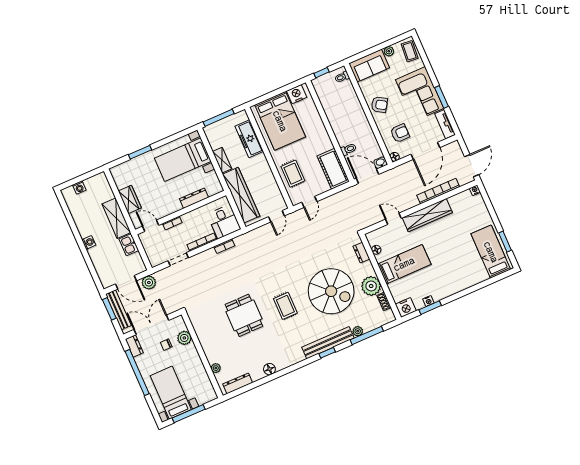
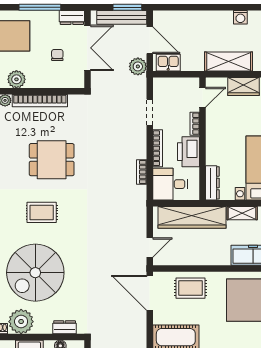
dresser: (194, 198) -> (212, 183), moved
door: (309, 202) -> (150, 293), width x1.87
door: (276, 216) -> (150, 248), swing flipped
printer: (194, 219) -> (189, 152), added
washing machine: (89, 242) -> (240, 17), moved
kitchen sink: (129, 245) -> (168, 63), moved
door: (126, 282) -> (150, 40), swing flipped
plant: (184, 338) -> (16, 79), moved
bookcase: (205, 343) -> (40, 101), added
window: (137, 372) -> (40, 7), width x0.68

